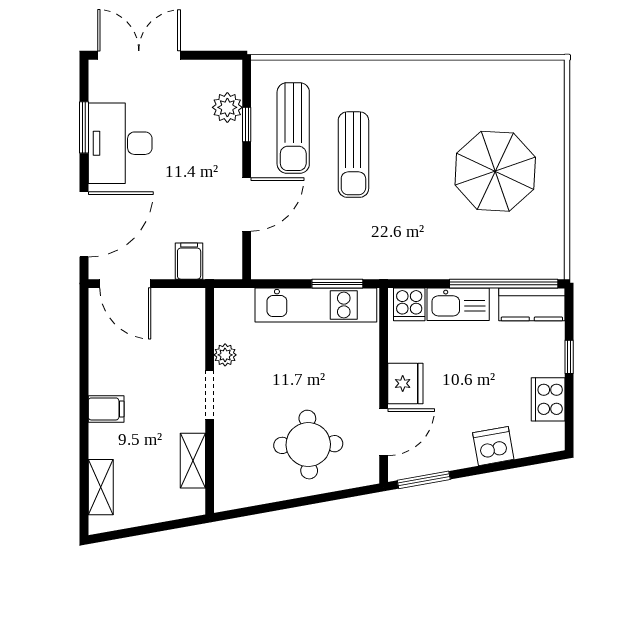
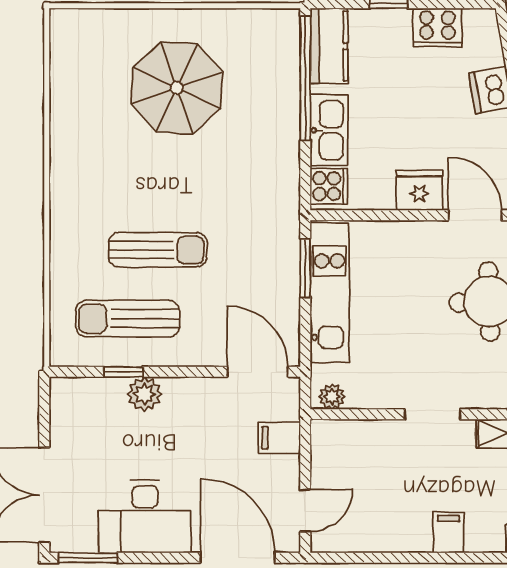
plant: (227, 107) -> (144, 394), moved
window: (84, 127) -> (88, 558), moved
sun lounger: (293, 128) -> (127, 319), turned 180
door: (247, 204) -> (258, 372), moved
door: (125, 284) -> (305, 511), width x0.73
plant: (225, 355) -> (332, 397), moved

